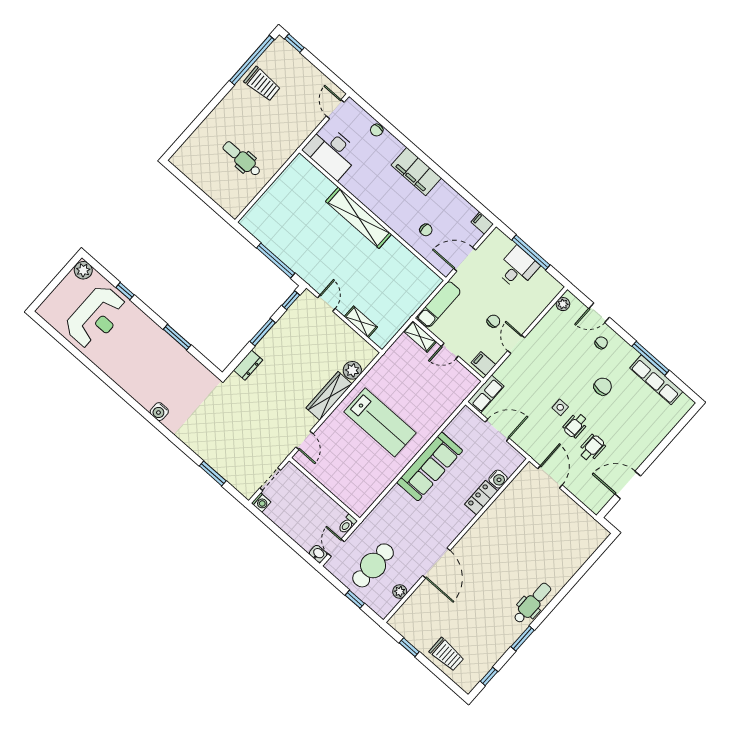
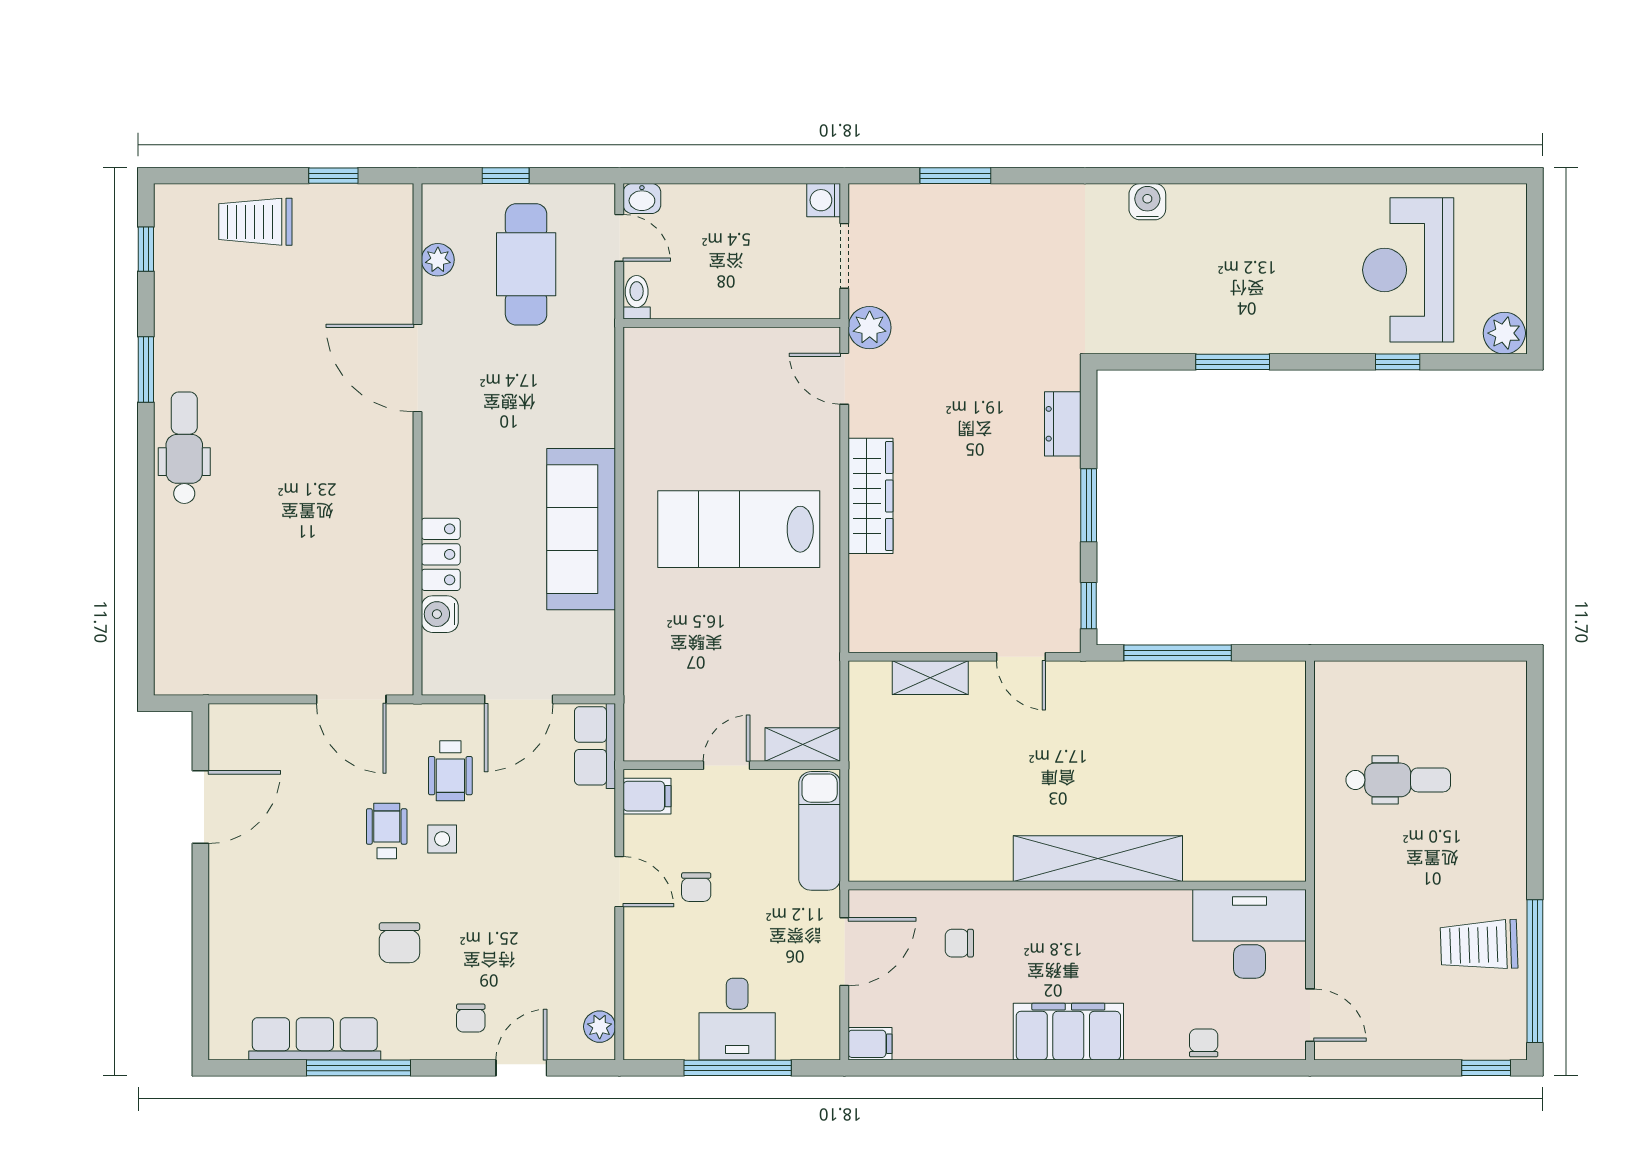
plant: (352, 370) -> (870, 328), moved
wheelchair: (592, 448) -> (450, 771), moved
dental chair: (532, 603) -> (184, 448), turned 180

